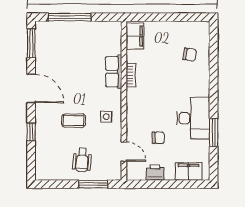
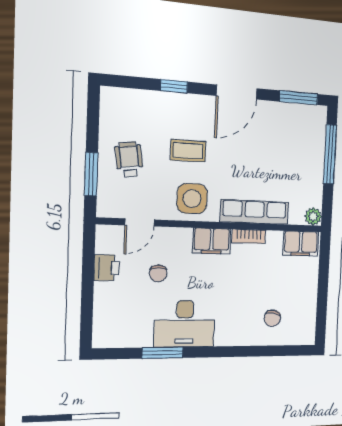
plant: (115, 28) -> (313, 216), added
row of seats: (114, 72) -> (255, 212), width x1.48
side table: (106, 117) -> (192, 199), width x1.87, depth x1.87
coffee table: (74, 121) -> (188, 151), turned 90
wheelchair: (82, 160) -> (129, 160), turned 78
filing cabinet: (189, 171) -> (212, 241), moved, turned 90

